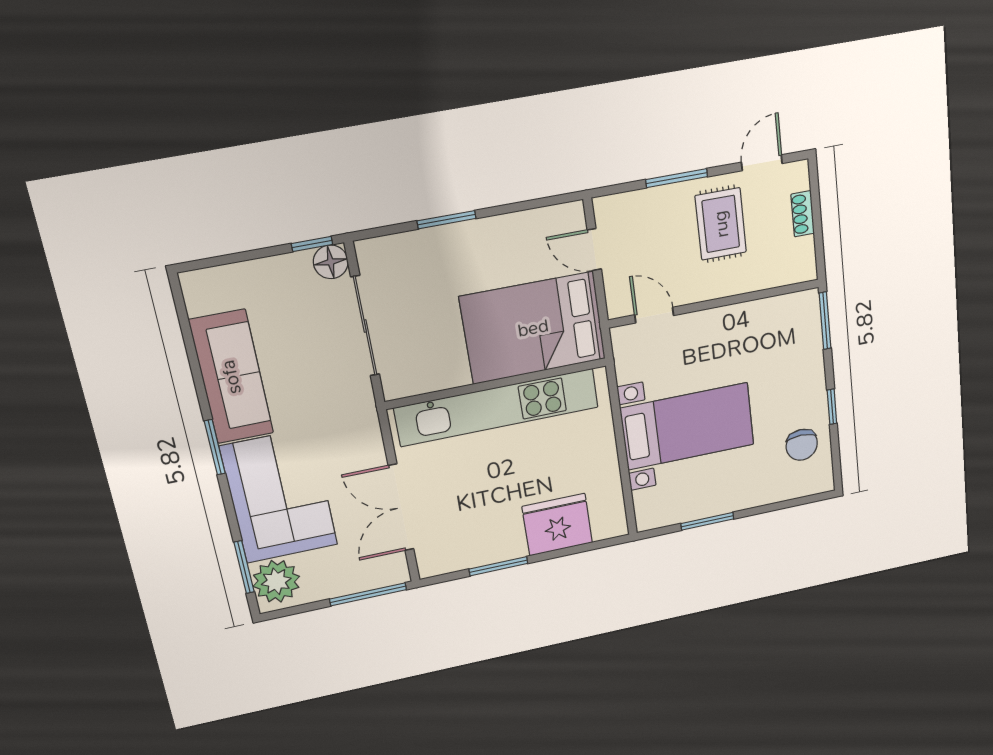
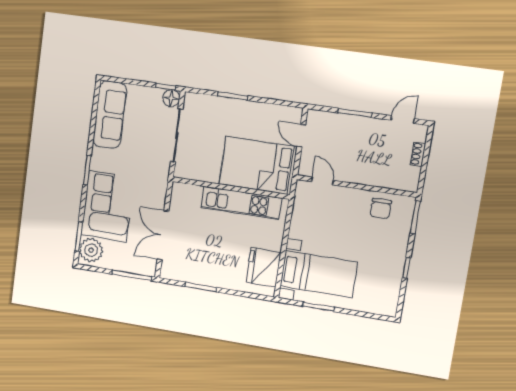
rug: (721, 224) -> (372, 145), removed
sofa: (231, 377) -> (110, 115), moved
kitchen unit: (497, 408) -> (241, 203), width x0.73
bed with nightstands: (688, 426) -> (319, 274), moved
chair: (802, 445) -> (381, 208), moved
fridge: (557, 525) -> (264, 267), moved, turned -90

